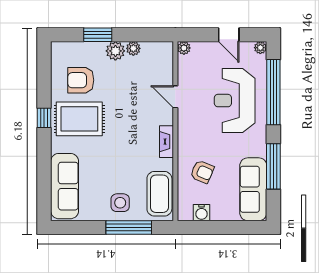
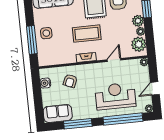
plant: (154, 54) -> (139, 44), added
sofa: (253, 189) -> (58, 114), width x0.73
coffee table: (159, 194) -> (87, 34), moved

